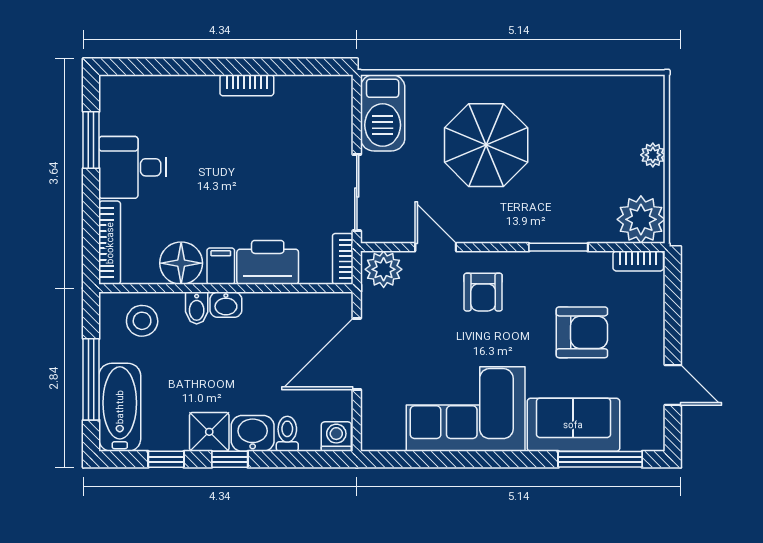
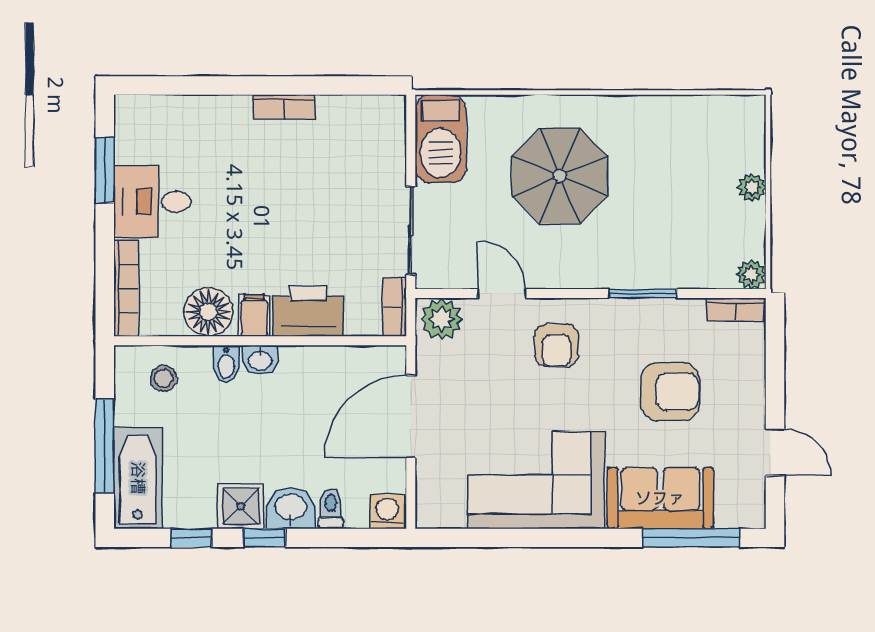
plant: (641, 219) -> (751, 274), width x0.53, depth x0.53
stool: (142, 321) -> (163, 378), width x0.73, depth x0.73

